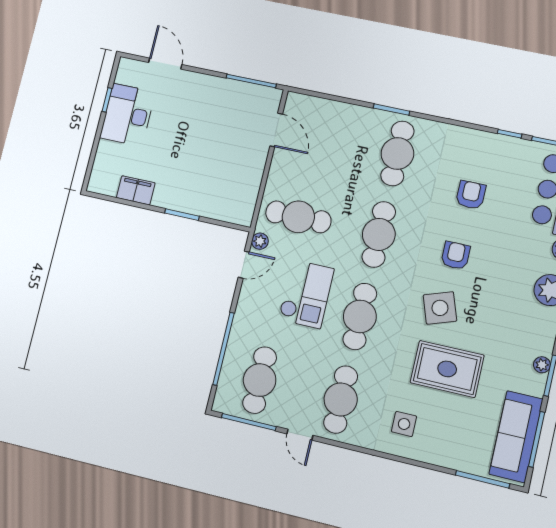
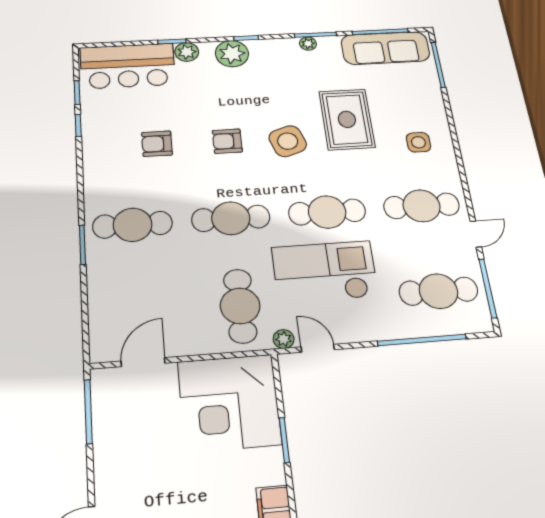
corner desk: (223, 184) -> (229, 403), added
checkout: (306, 294) -> (325, 272), width x1.36, depth x1.21

